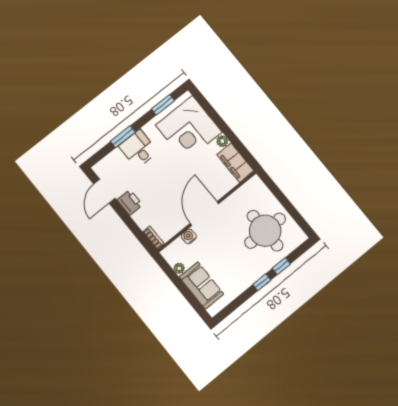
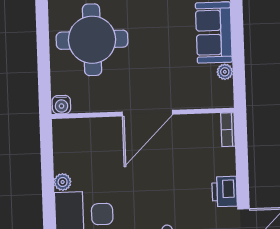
filing cabinet: (235, 163) -> (66, 145), removed
water cooler: (189, 236) -> (61, 105), moved

